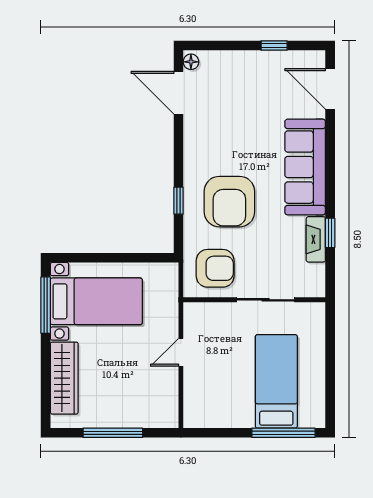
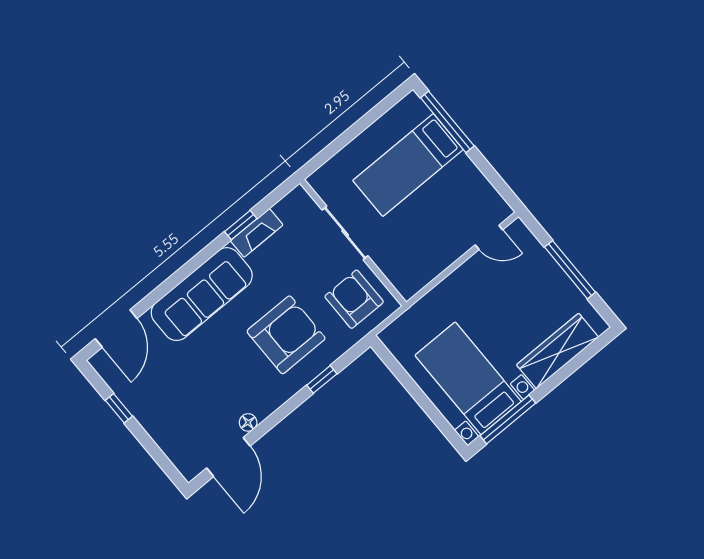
floor lamp: (191, 62) -> (248, 422), moved
door: (181, 352) -> (489, 237), moved

